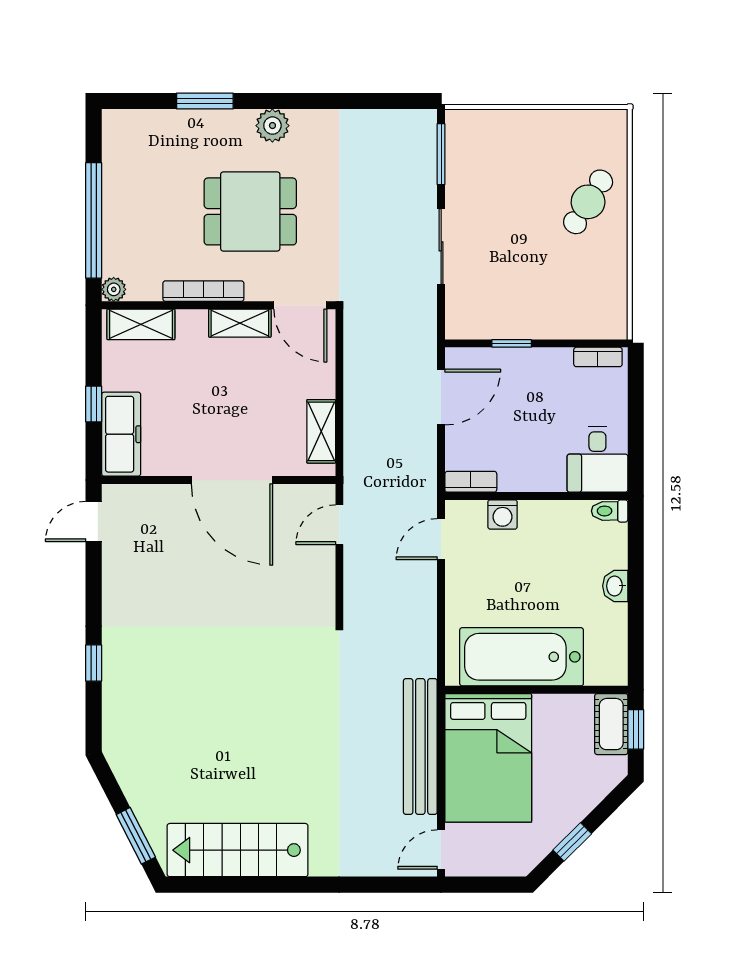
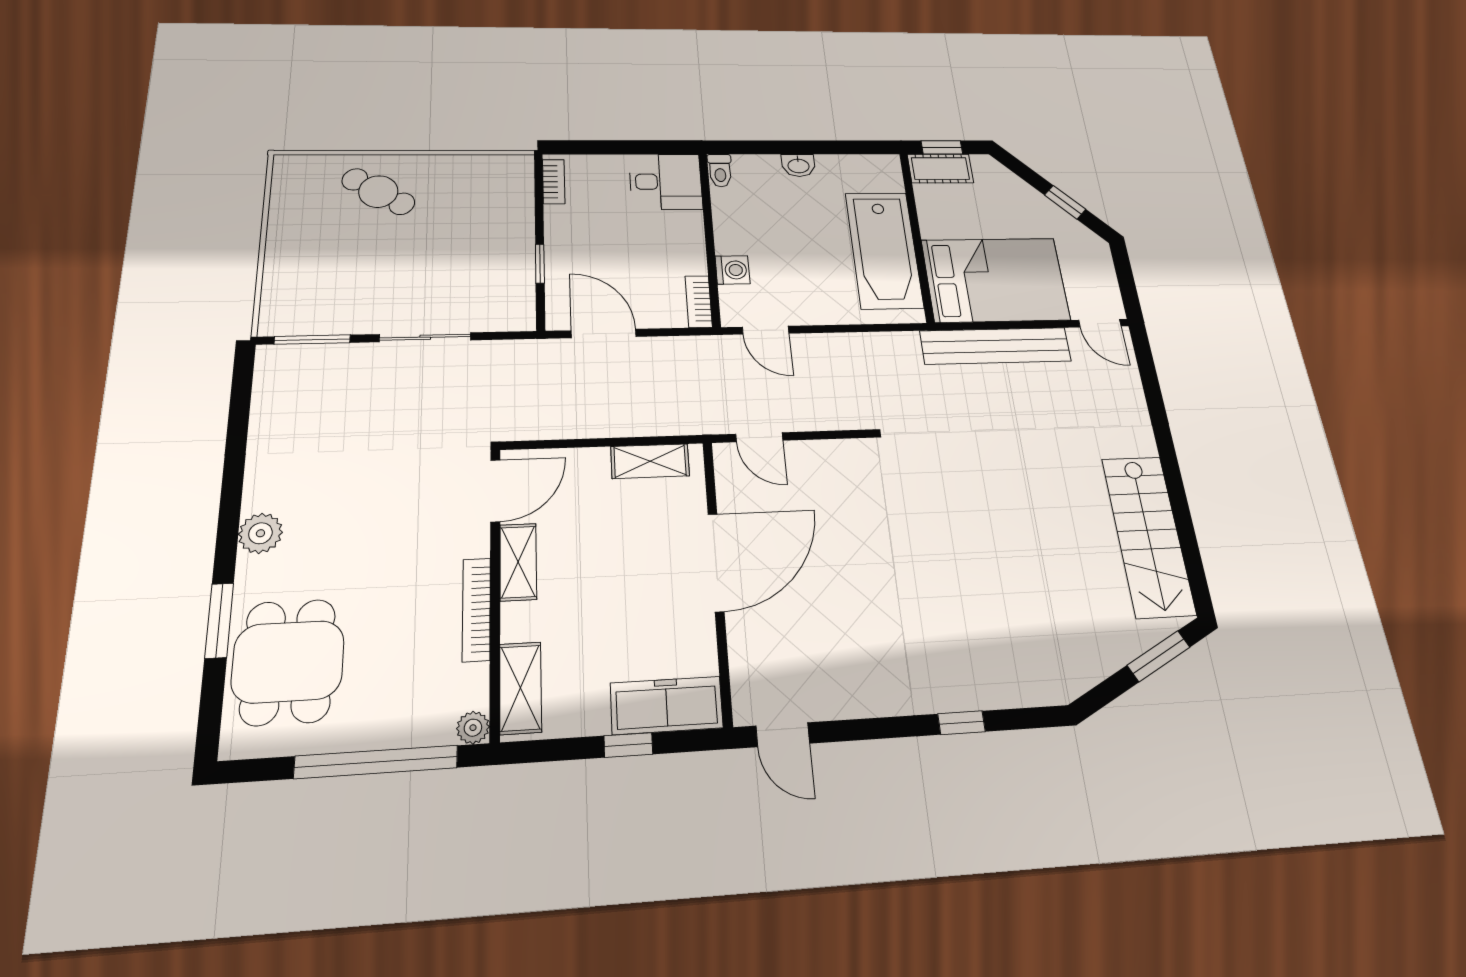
dining table: (250, 211) -> (288, 662), moved

